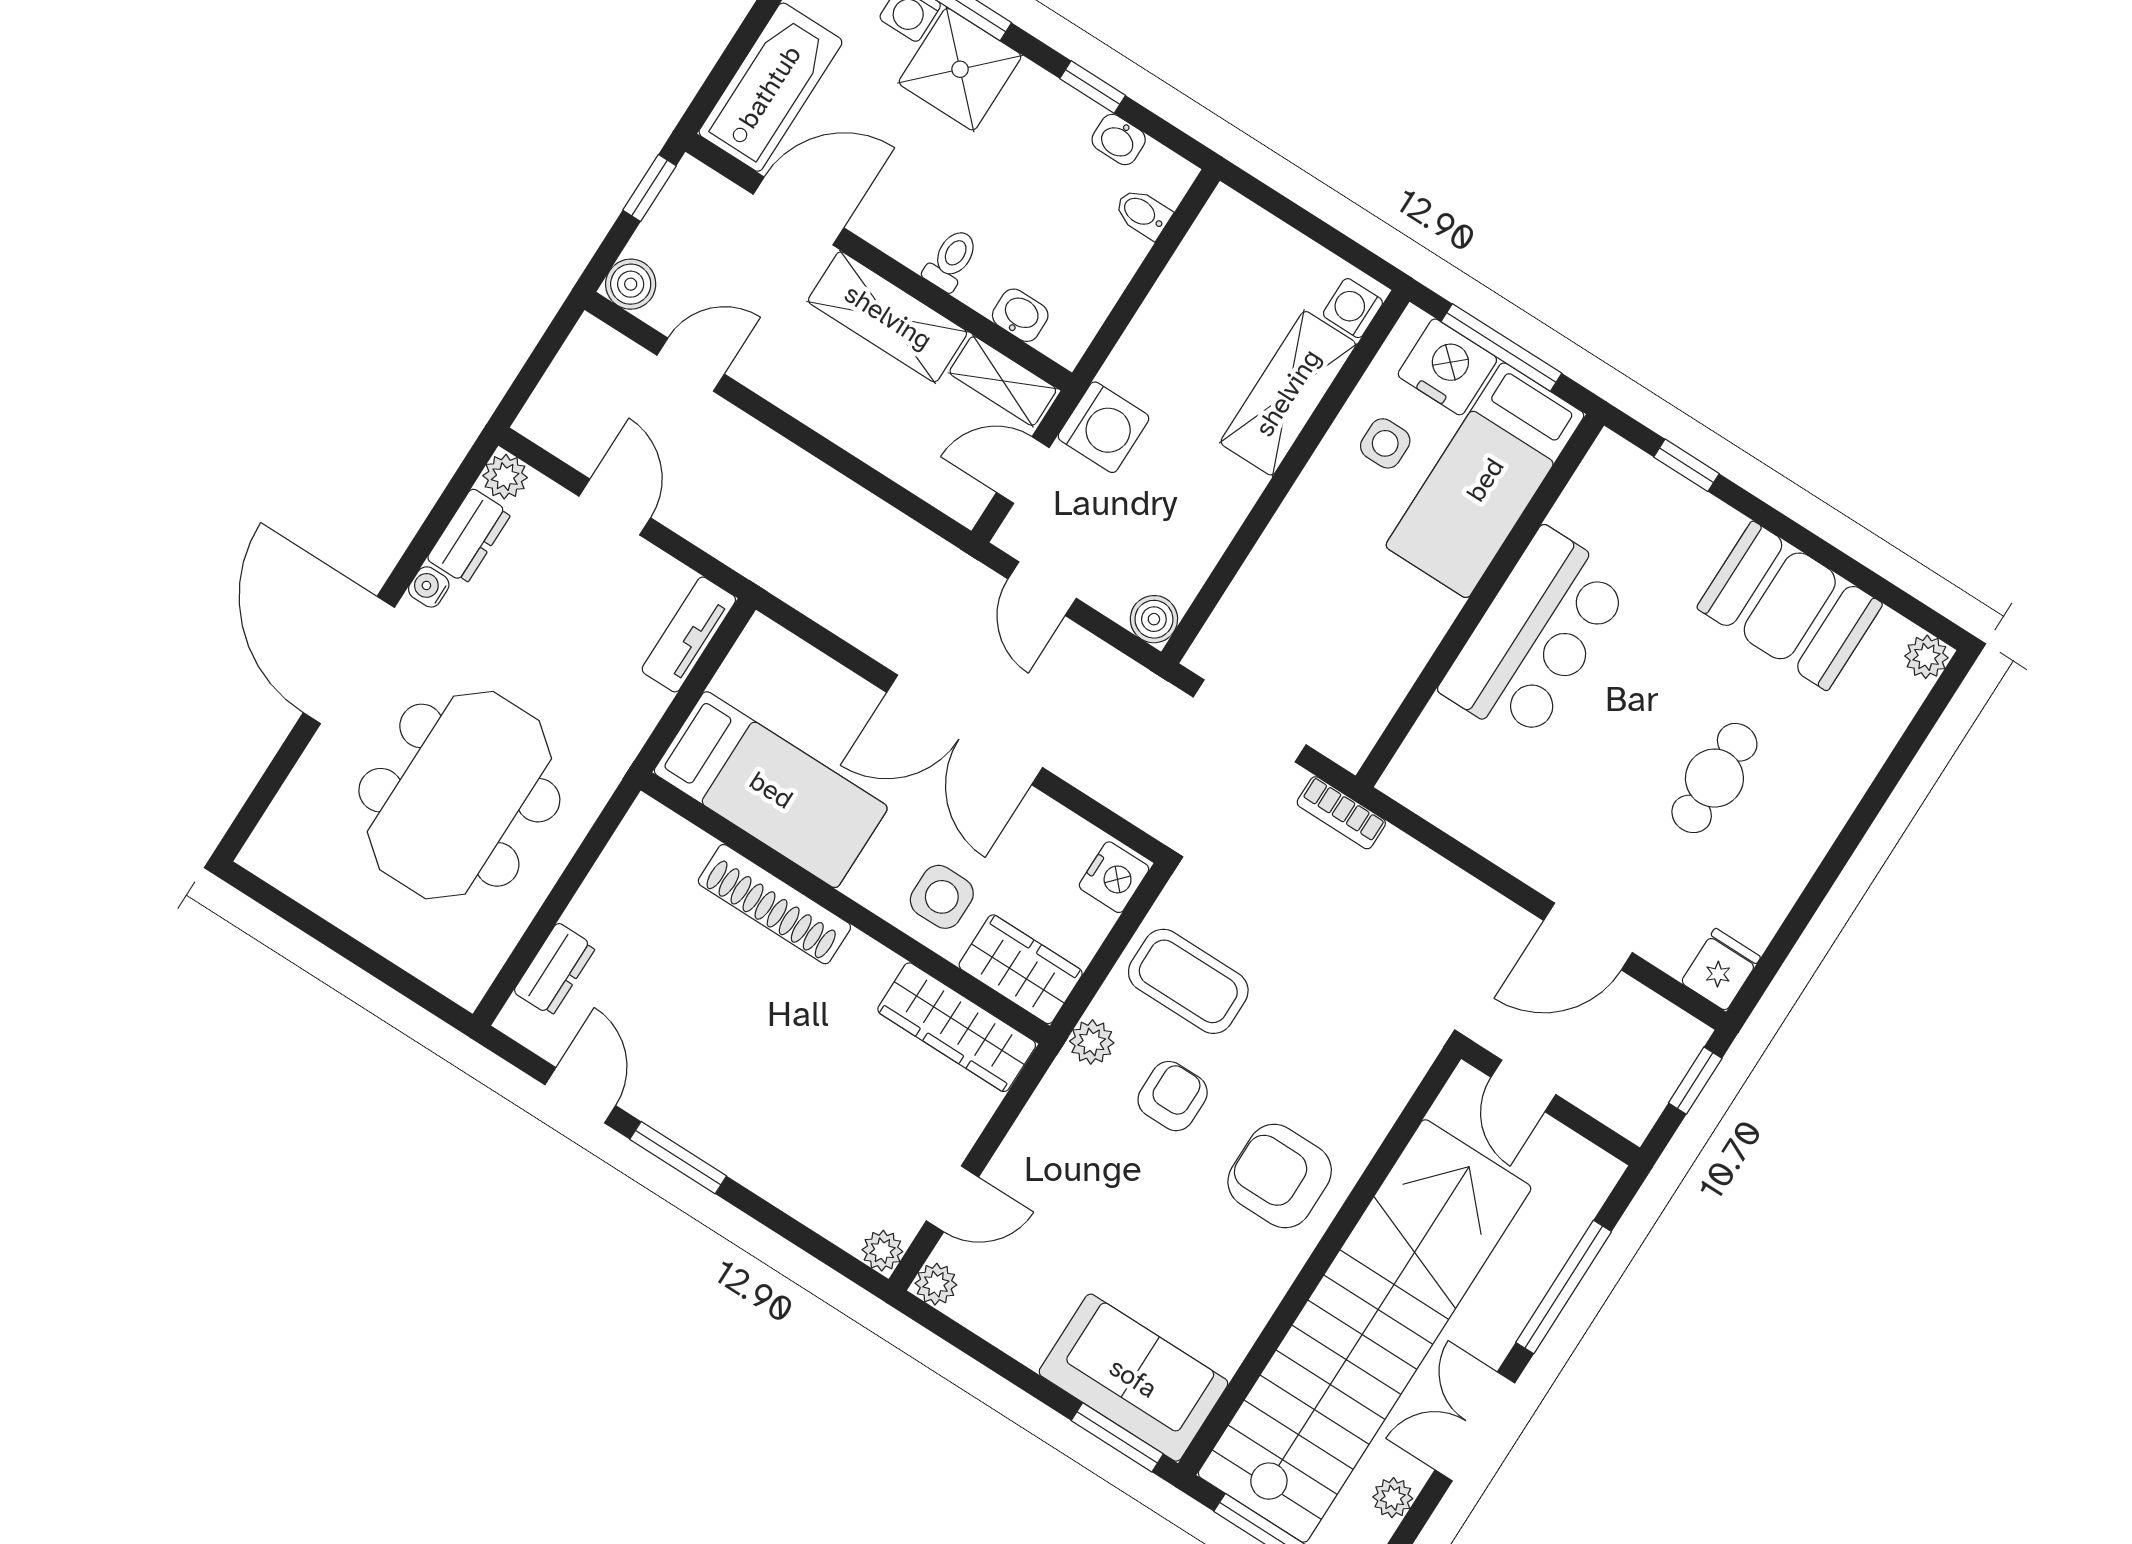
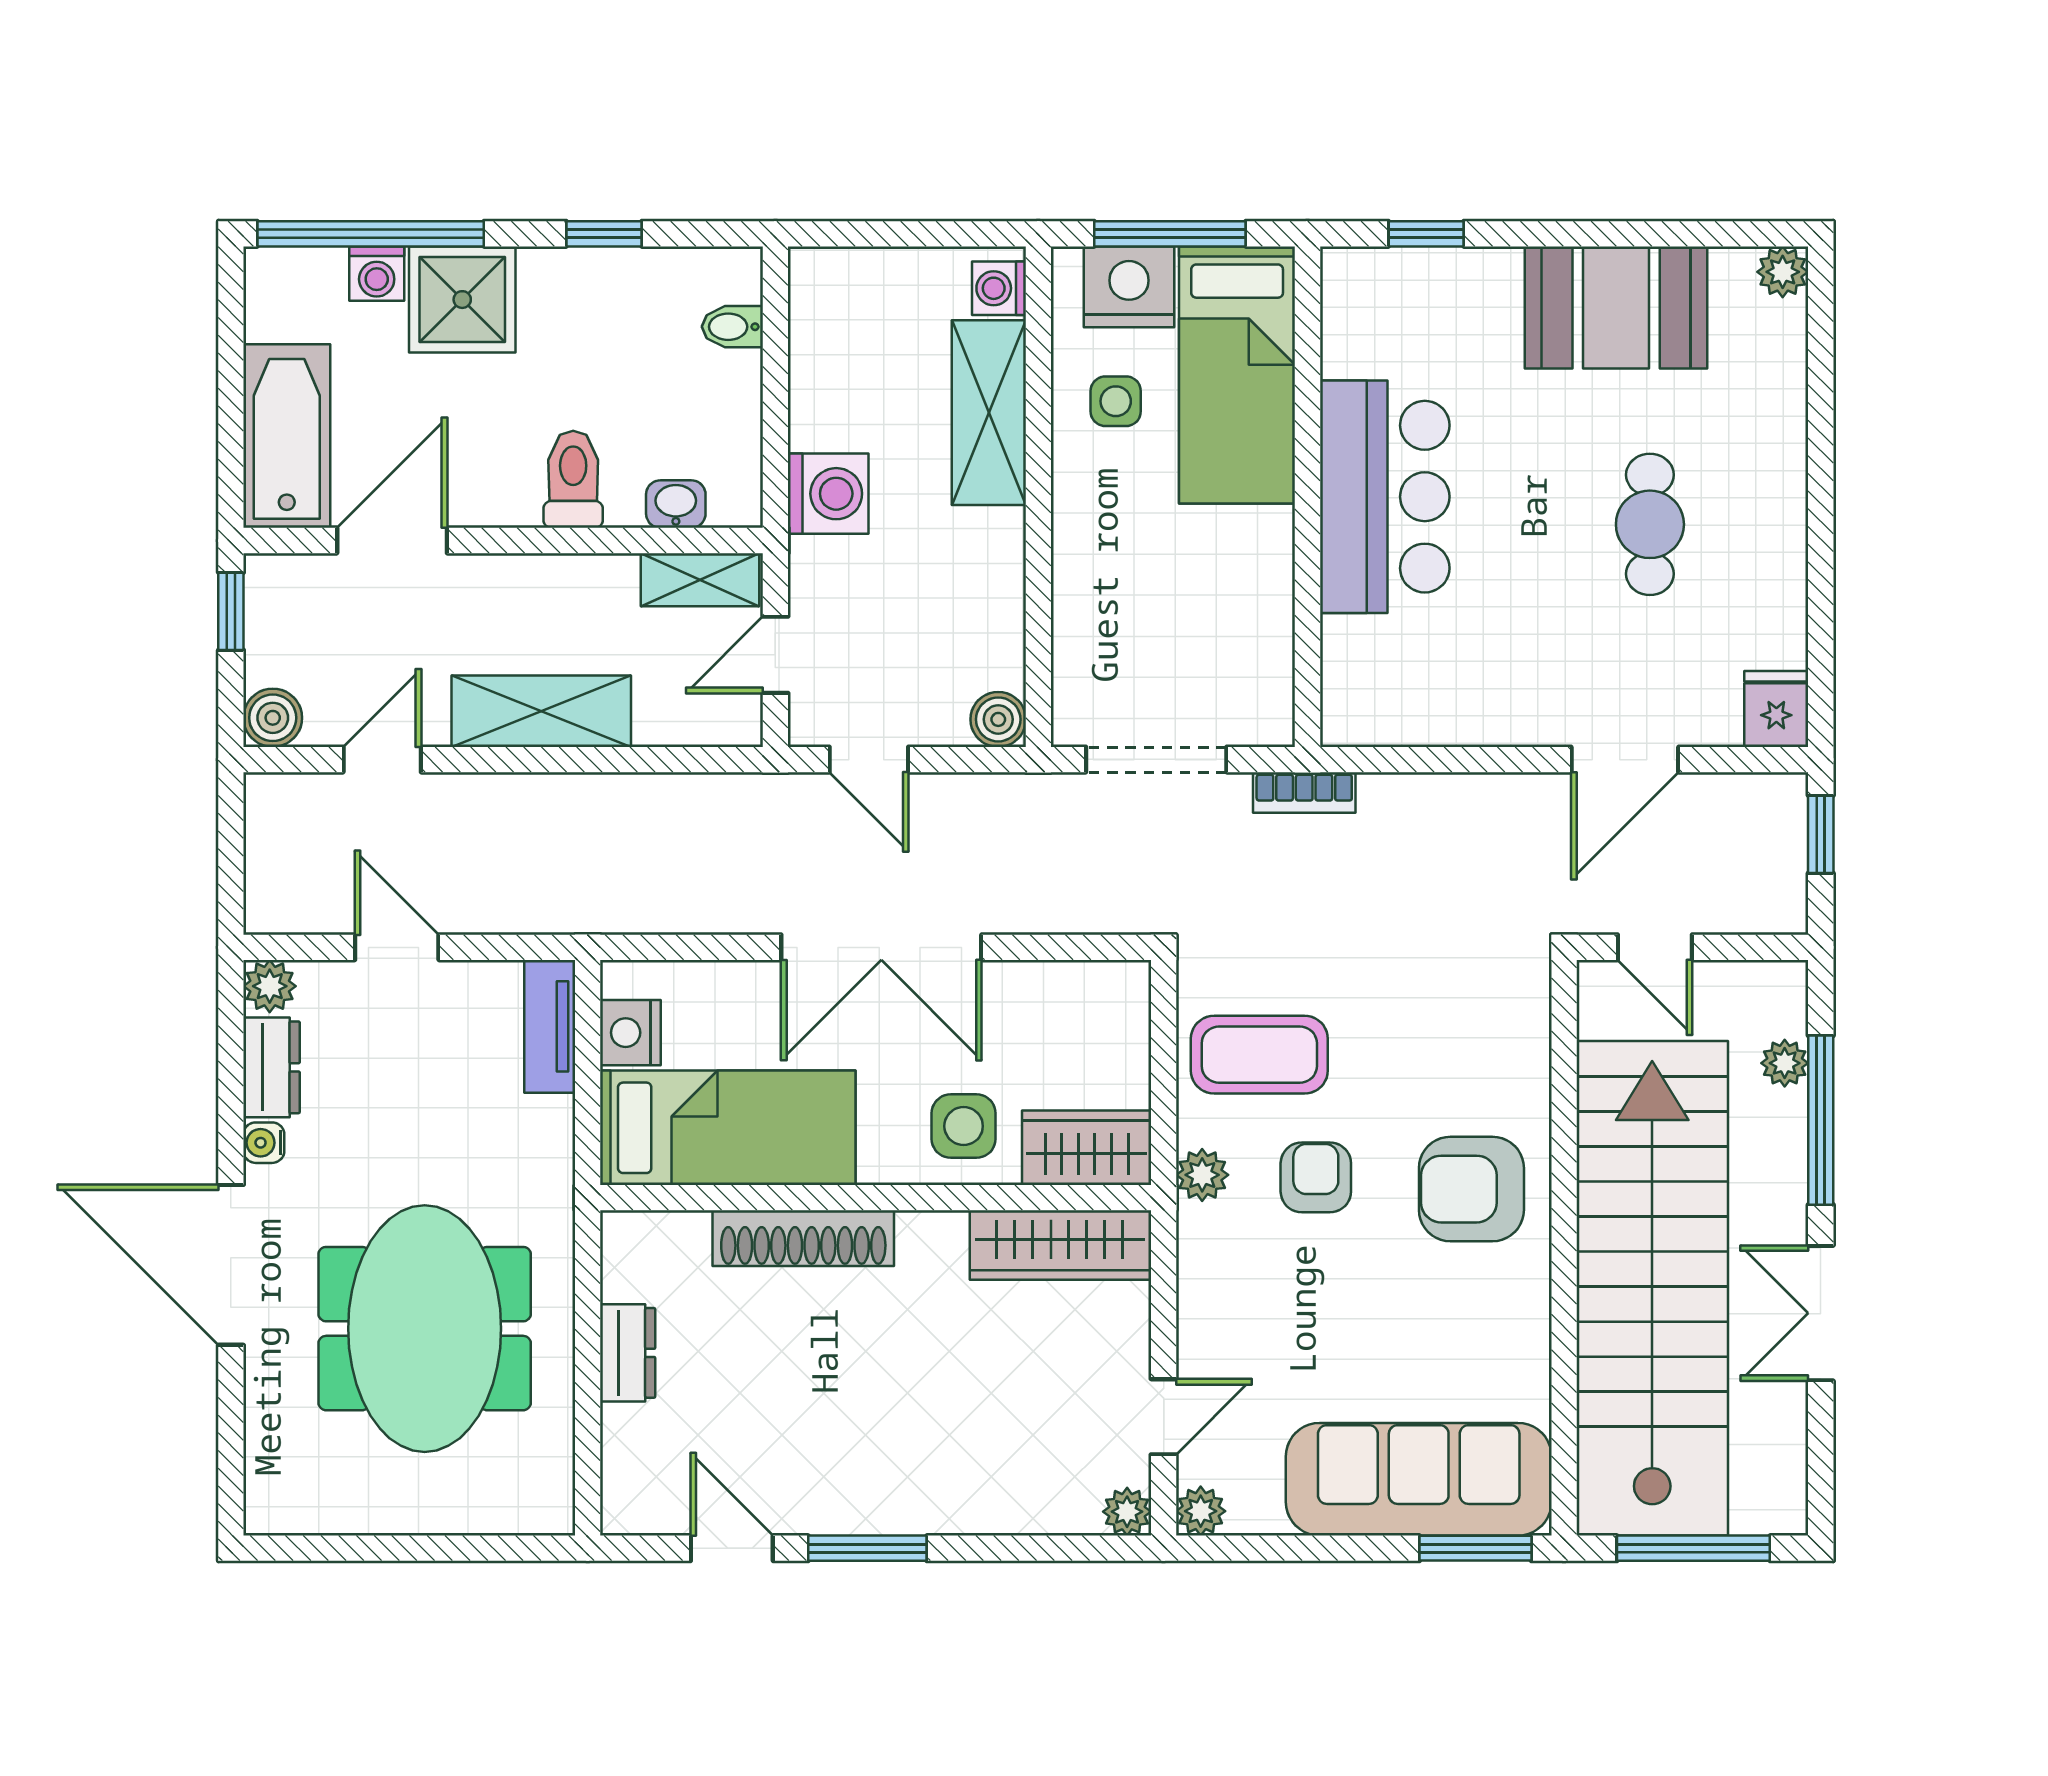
washbasin: (1119, 140) -> (663, 269), removed
toilet: (951, 260) -> (573, 479), width x1.37, depth x1.39
shelving: (888, 317) -> (541, 711), moved
washing machine: (1104, 427) -> (828, 494), moved
nightstand: (1114, 877) -> (630, 1033), moved, turned 180
dresser: (555, 969) -> (628, 1353), moved
sofa: (1133, 1378) -> (1419, 1479), width x1.36
plant: (1393, 1498) -> (1785, 1063), moved

